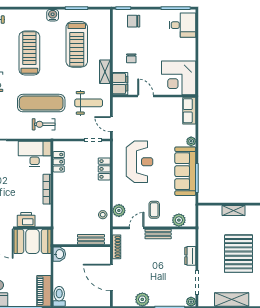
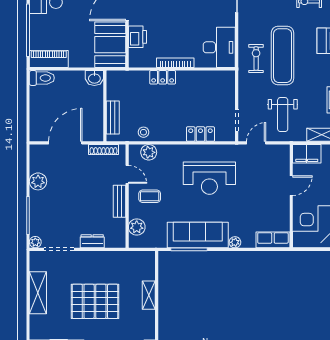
locker: (59, 162) -> (163, 77), moved

